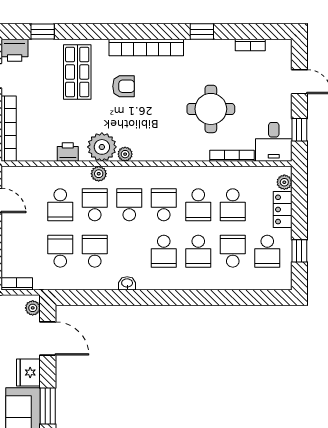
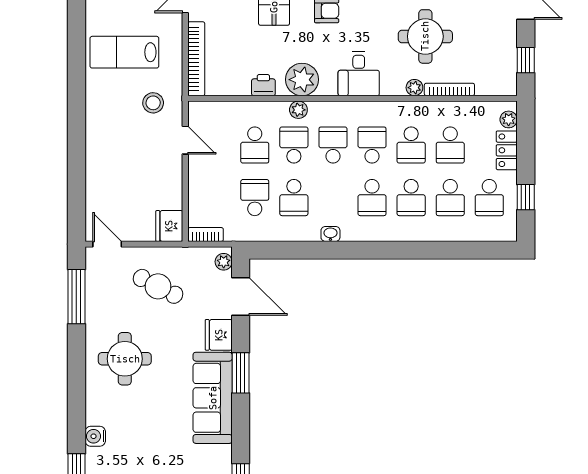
desk: (274, 142) -> (359, 74), moved
plant: (125, 154) -> (414, 88), moved
school desk: (95, 251) -> (294, 198), turned 180
school desk: (233, 251) -> (450, 198), turned 180

